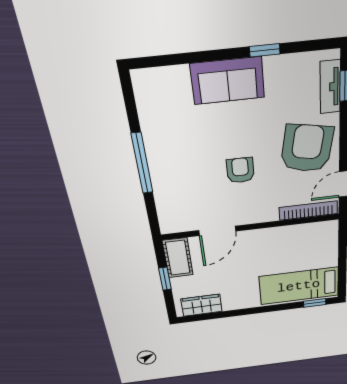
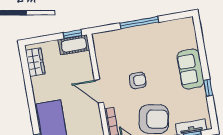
door: (217, 231) -> (99, 91), moved
window: (165, 279) -> (73, 34), moved

